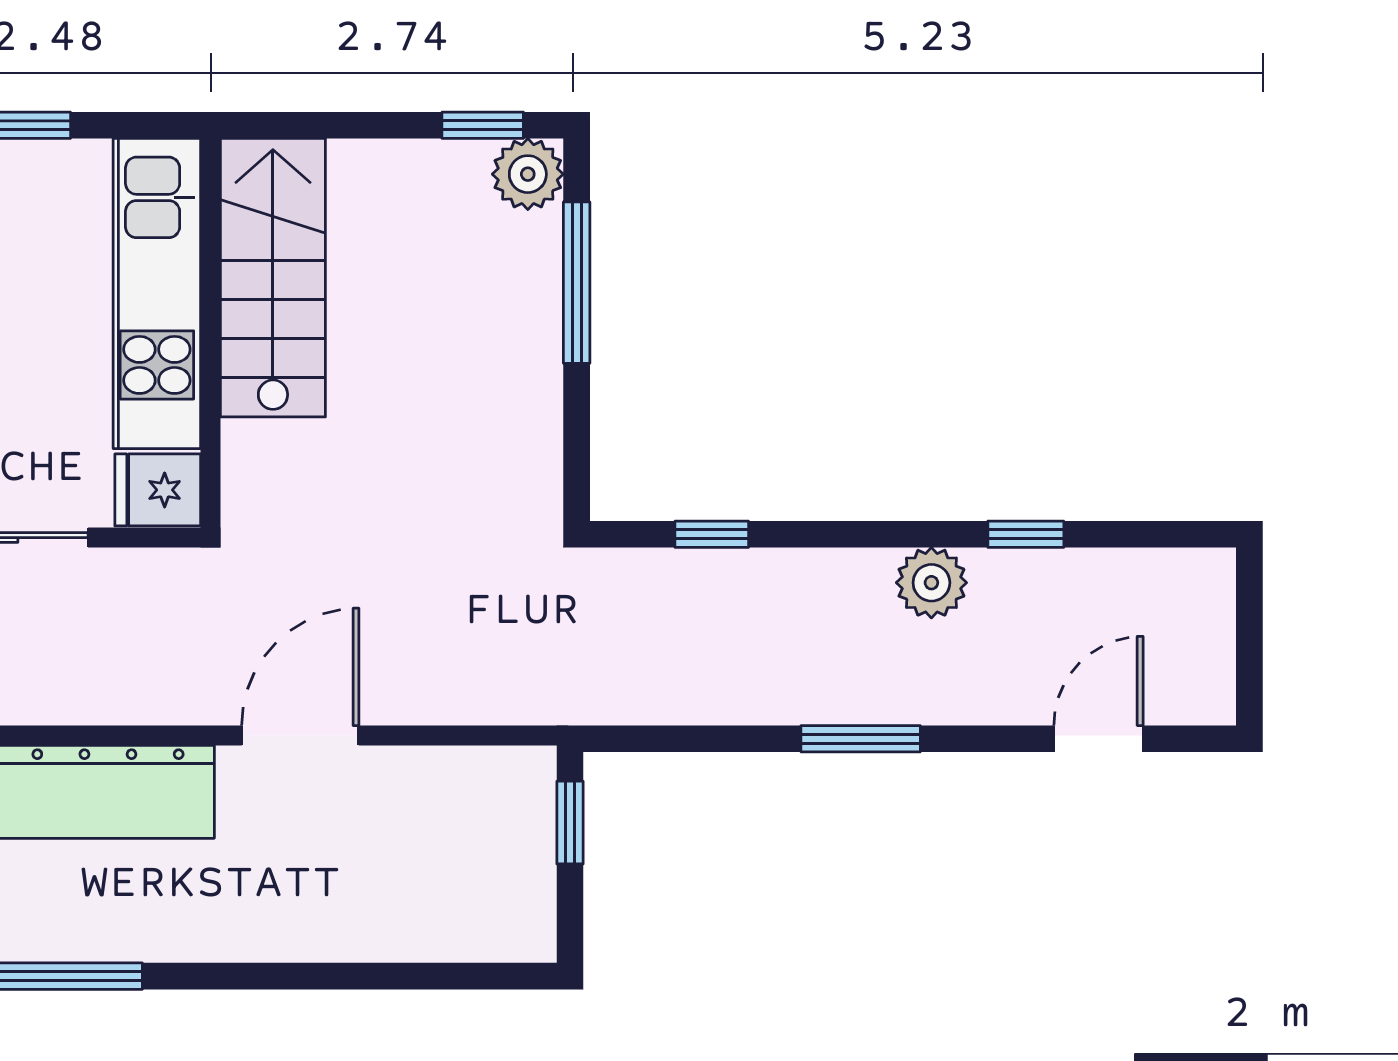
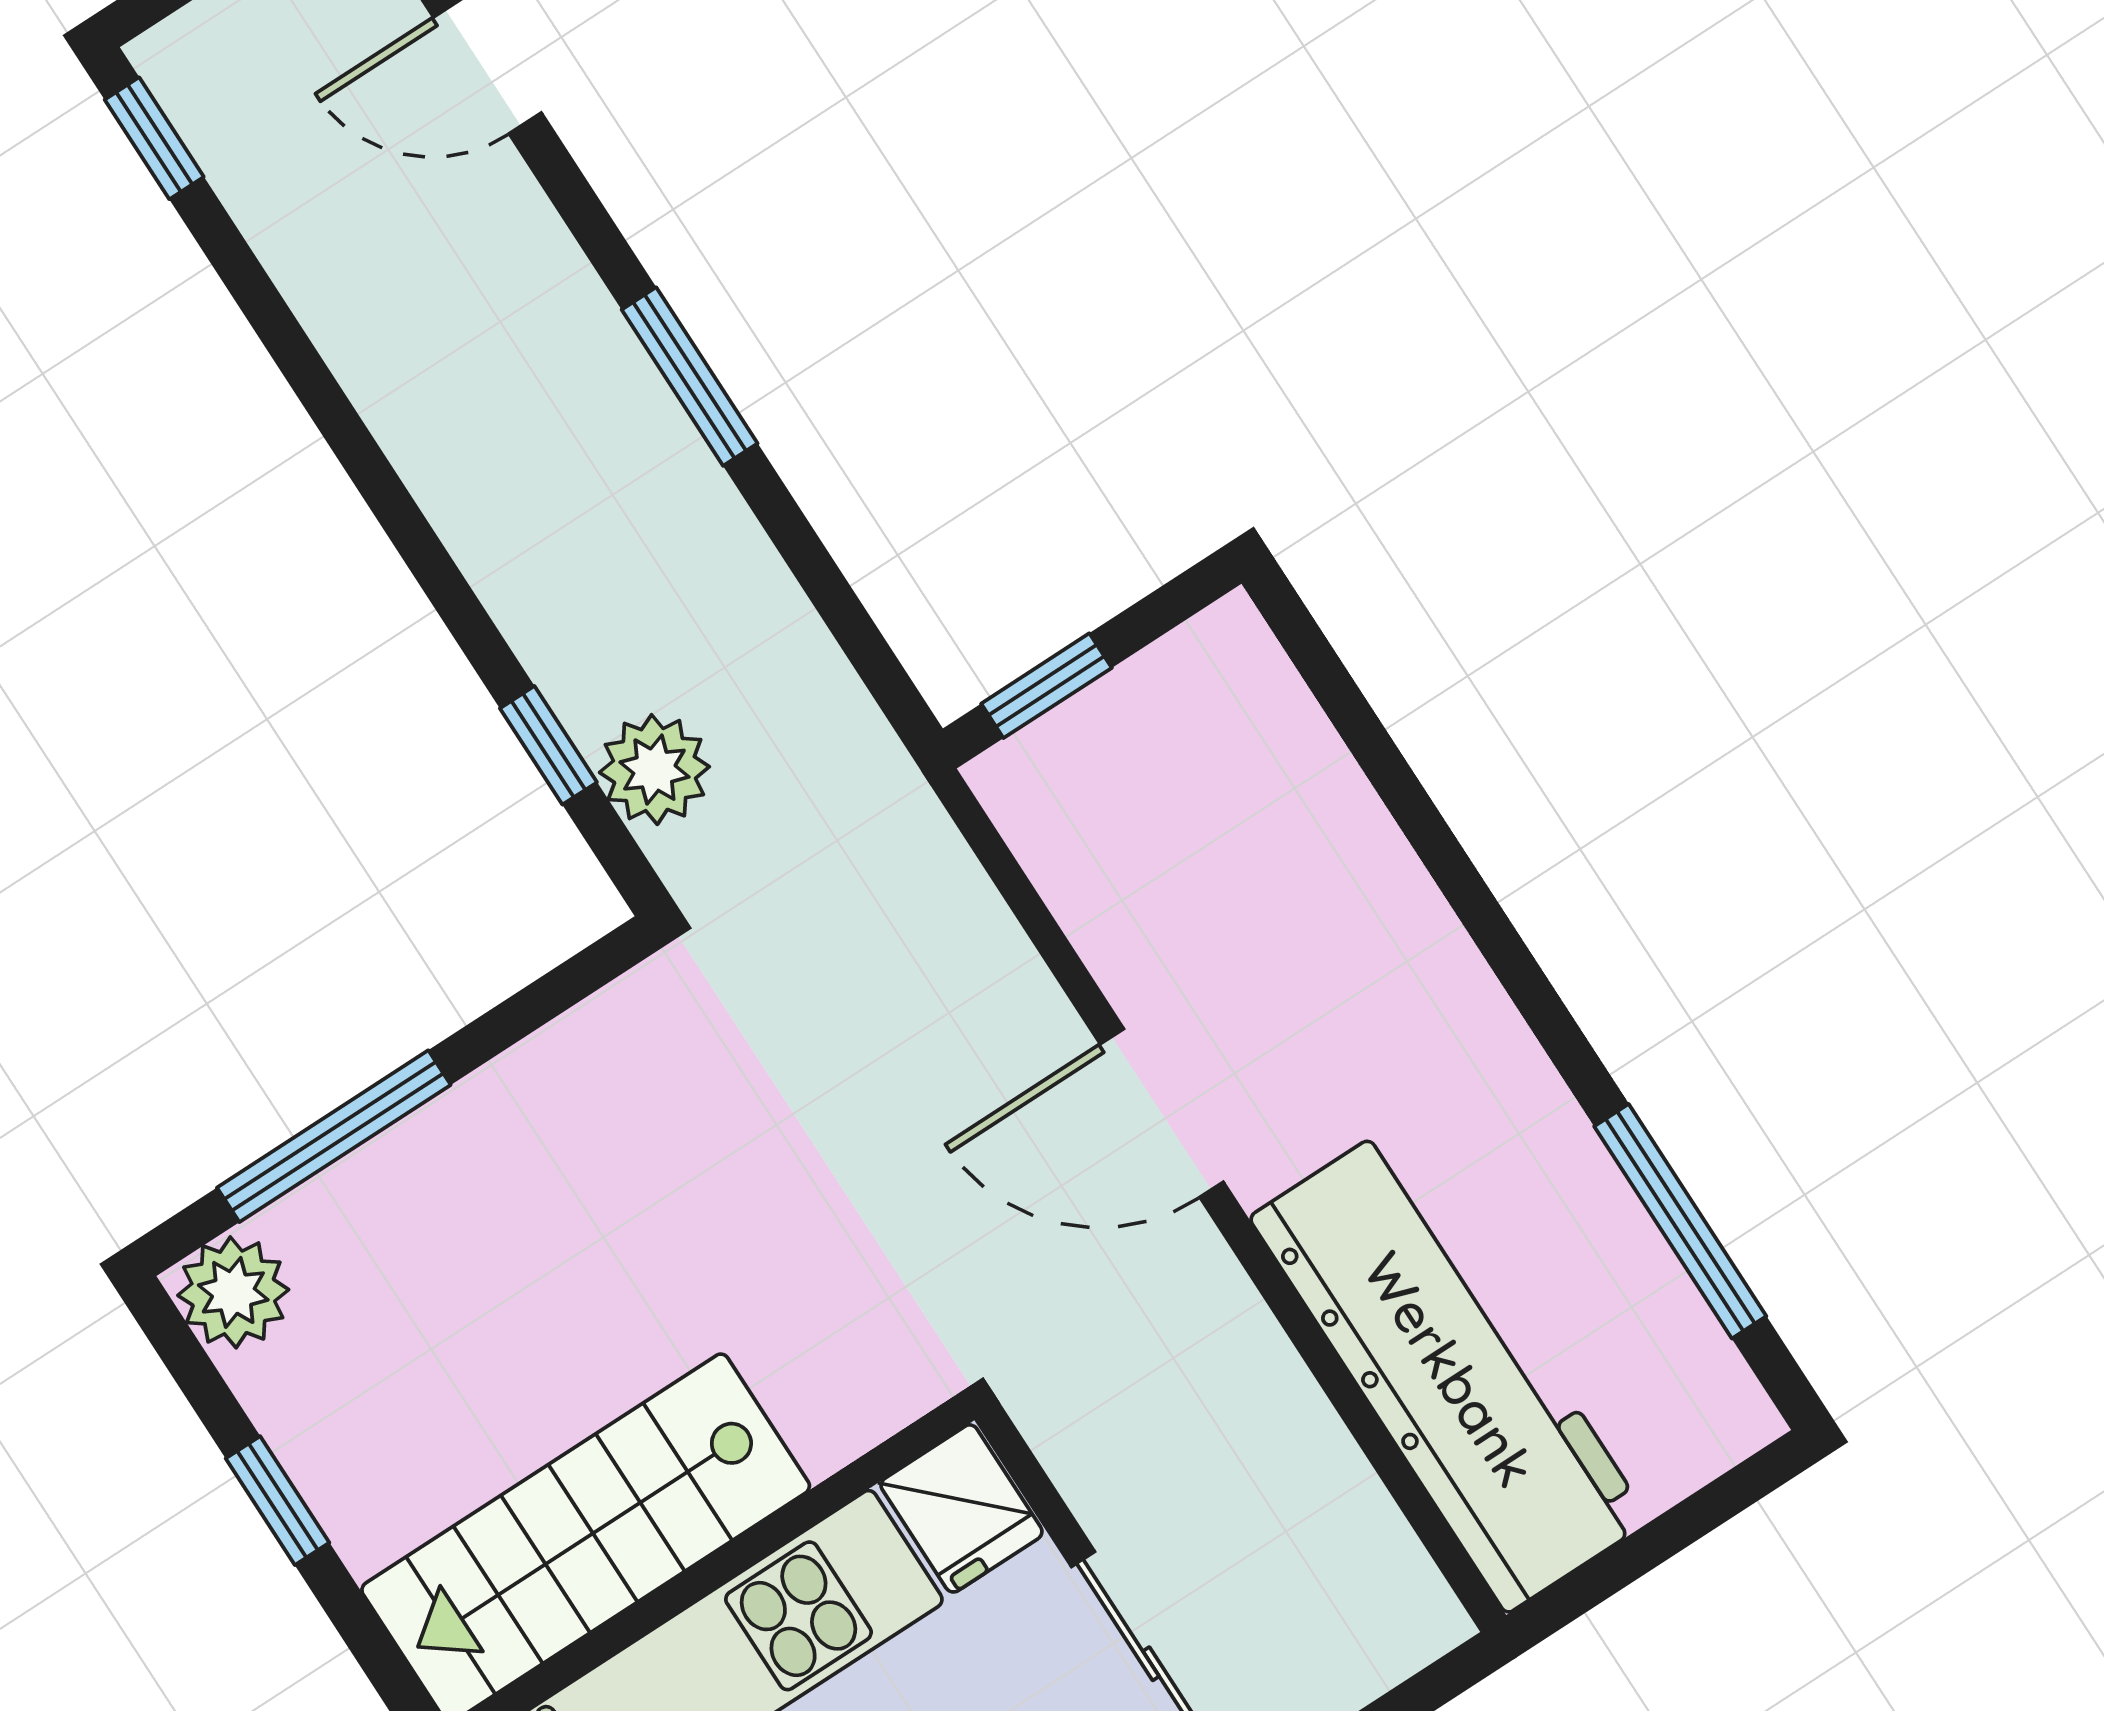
window: (483, 125) -> (278, 1501), moved
window: (1026, 534) -> (154, 138), moved
plant: (931, 583) -> (654, 770), moved

